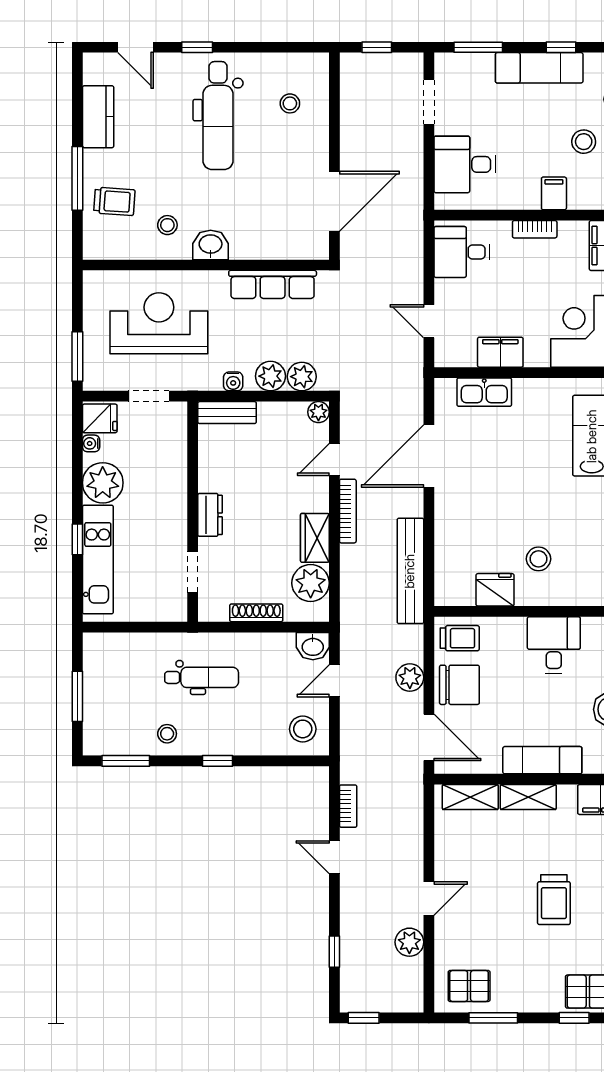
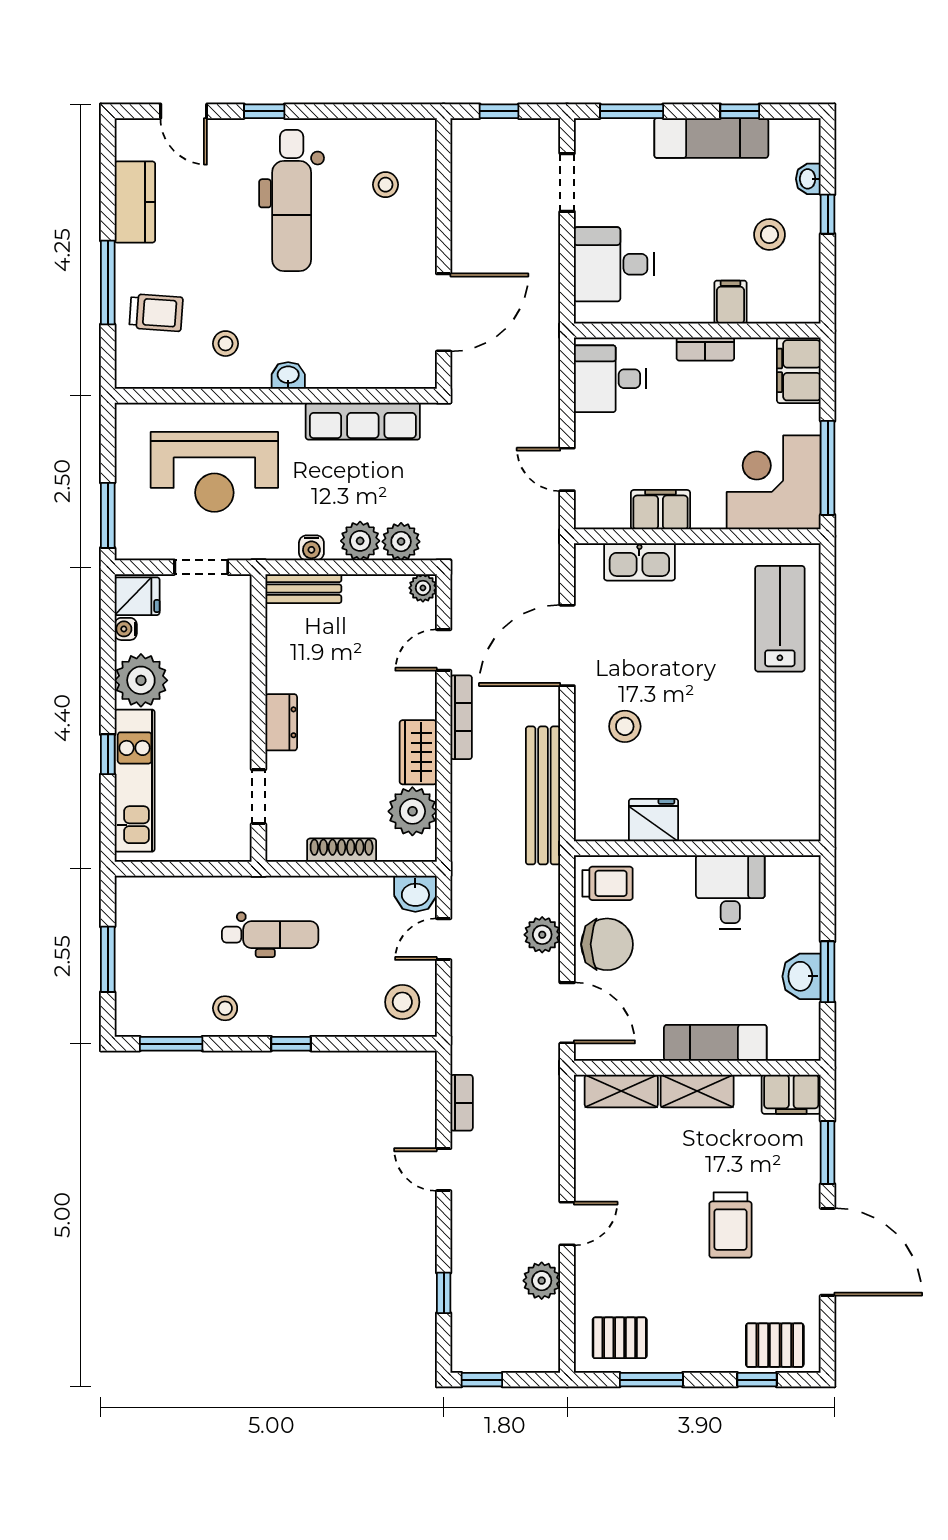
washbasin: (211, 245) -> (288, 375), width x0.72, depth x0.69
reception desk: (159, 323) -> (214, 472), turned 180
stool: (539, 559) -> (625, 726), moved

